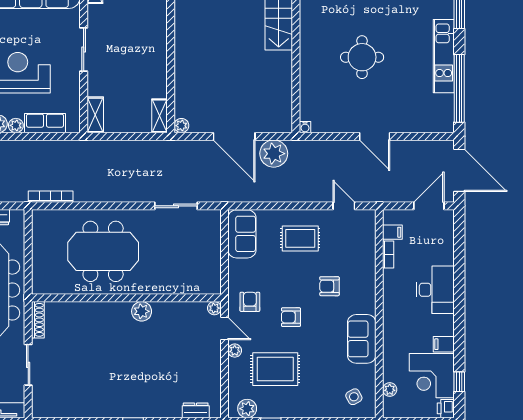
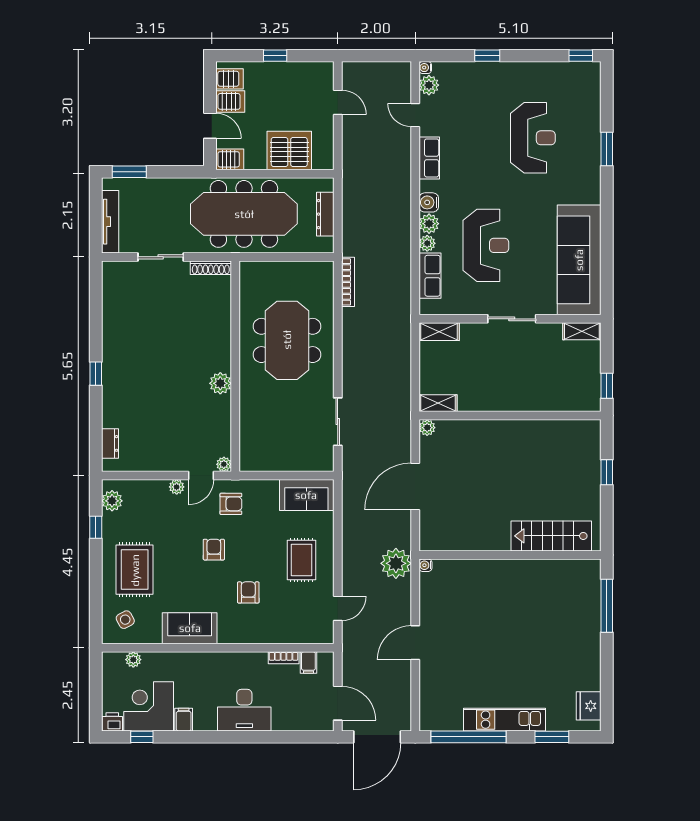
round table: (362, 57) -> (503, 629), removed
plant: (274, 154) -> (396, 563), moved
rug: (275, 369) -> (135, 570), moved

